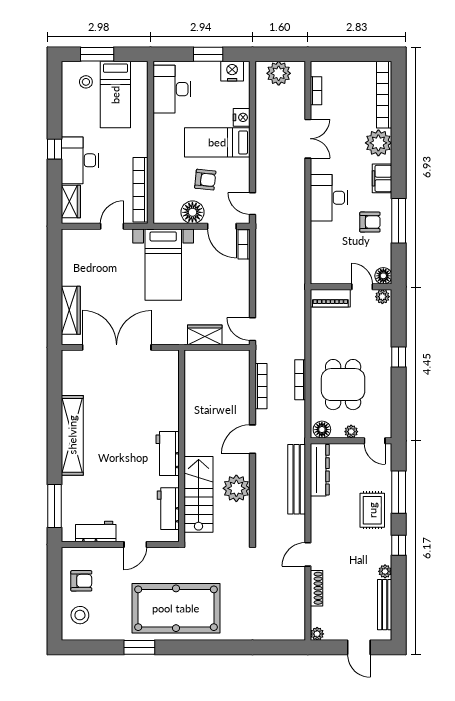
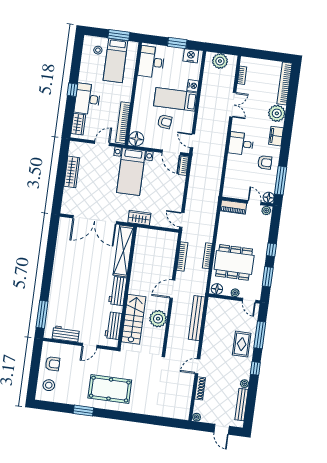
window: (97, 54) -> (119, 35), moved
desk: (329, 198) -> (241, 144), width x0.73
floor lamp: (192, 212) -> (136, 139), moved
window: (399, 221) -> (281, 180), moved
wardrobe: (71, 310) -> (72, 172), moved
wardrobe: (205, 335) -> (139, 218), moved
double door: (117, 347) -> (95, 220), swing flipped
dining table: (343, 385) -> (234, 262), width x1.38
window: (399, 400) -> (268, 277), added
shelving: (72, 435) -> (123, 251), moved
dresser: (320, 470) -> (212, 314), removed
pool table: (176, 608) -> (110, 389), width x0.73, depth x0.76

